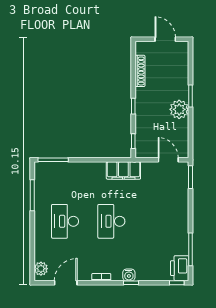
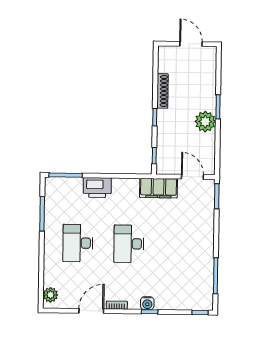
shoe rack: (140, 71) -> (163, 91), moved
filing cabinet: (123, 170) -> (158, 188), moved
printer: (180, 268) -> (97, 188), moved, turned -90
door: (66, 283) -> (91, 311), moved

